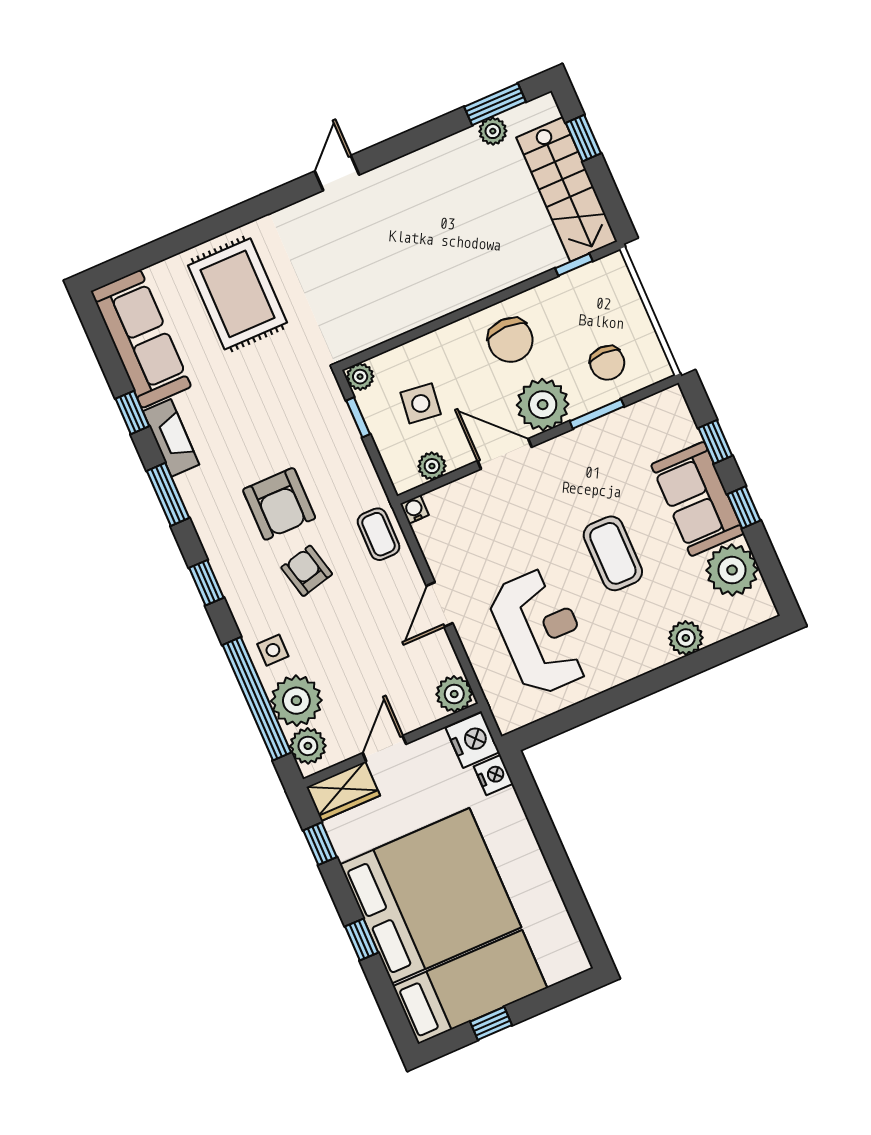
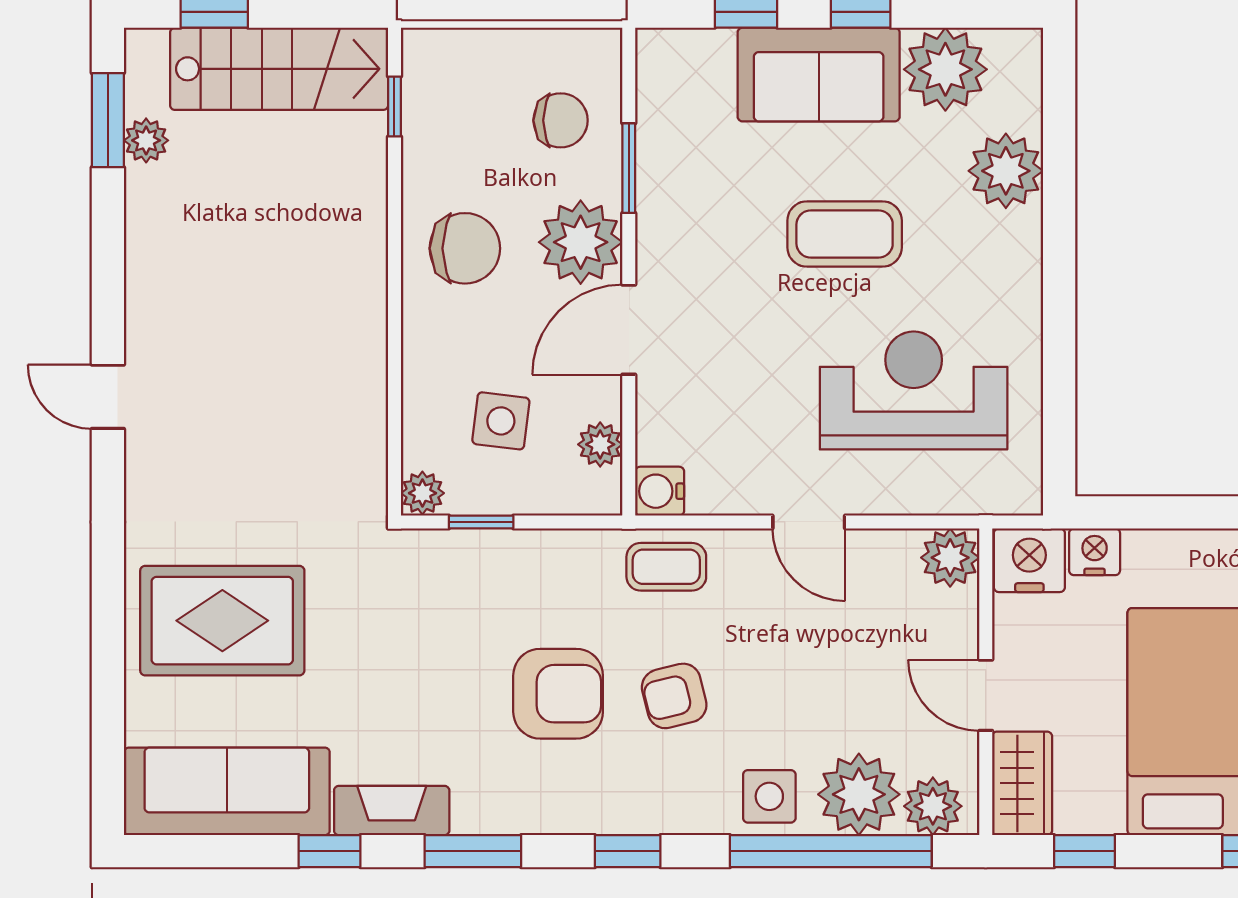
water cooler: (415, 509) -> (660, 491), width x1.38, depth x1.38
plant: (686, 638) -> (1006, 171), width x1.36, depth x1.36
side table: (273, 650) -> (769, 796), width x1.37, depth x1.37

